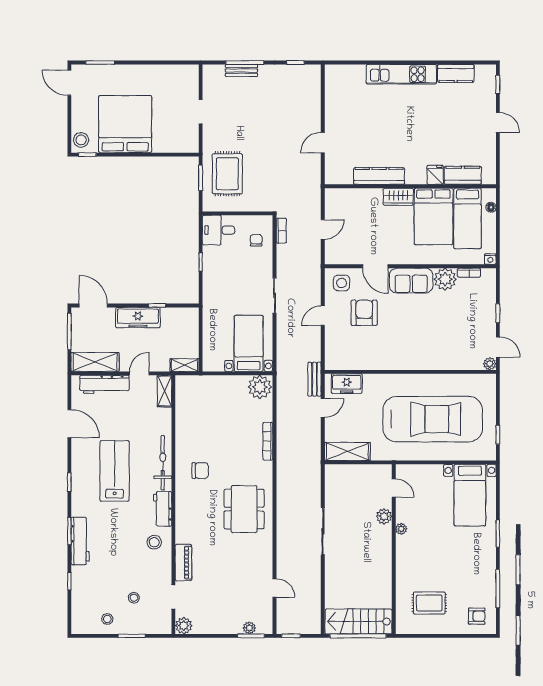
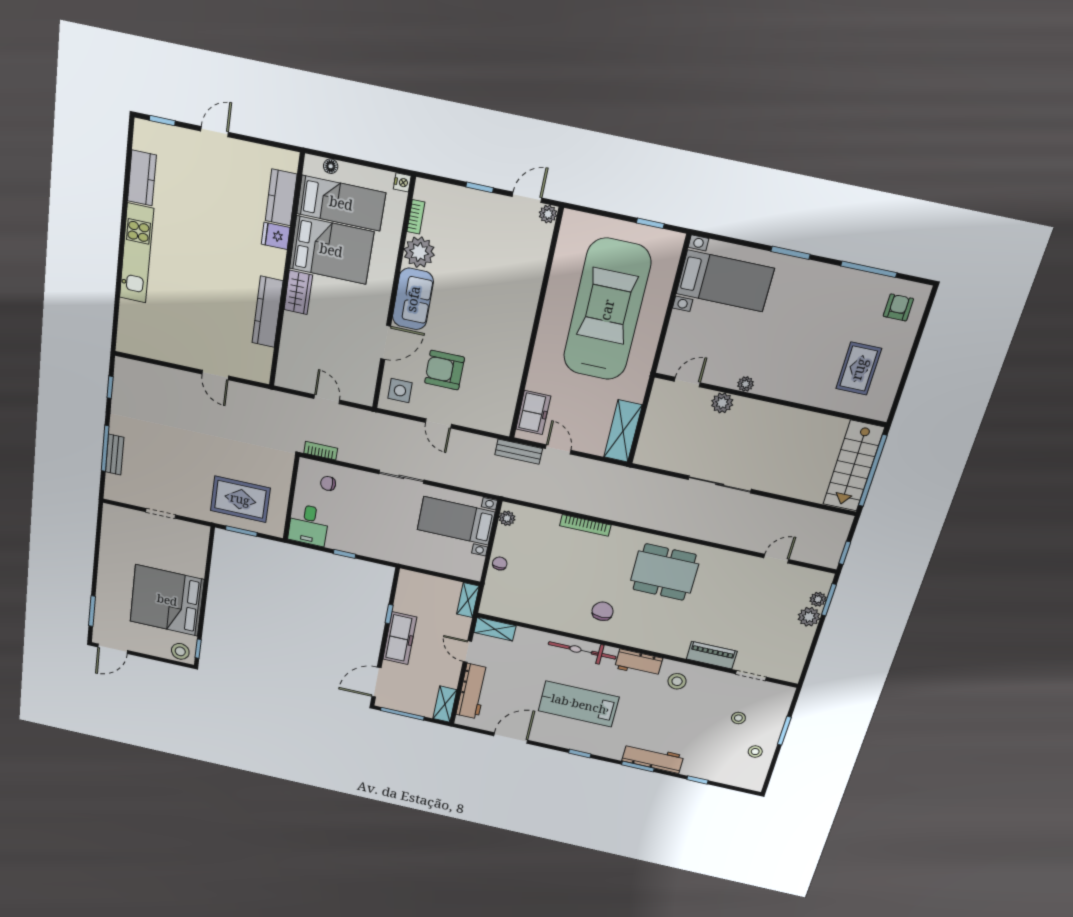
shelving: (95, 362) -> (445, 704), width x0.67, depth x0.75
chair: (221, 384) -> (500, 563), added
plant: (260, 387) -> (507, 518), width x0.53, depth x0.53
plant: (184, 626) -> (809, 617), moved

